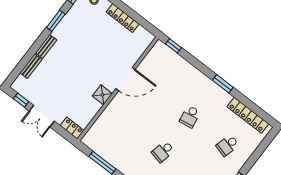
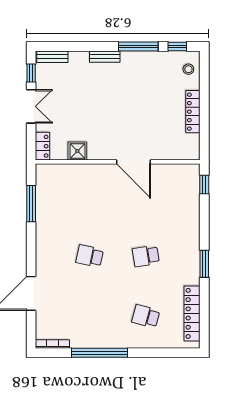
window: (56, 21) -> (138, 46), width x1.44
bench: (31, 66) -> (52, 57), moved
shower: (102, 95) -> (77, 151), moved
double door: (42, 116) -> (31, 106), swing flipped

